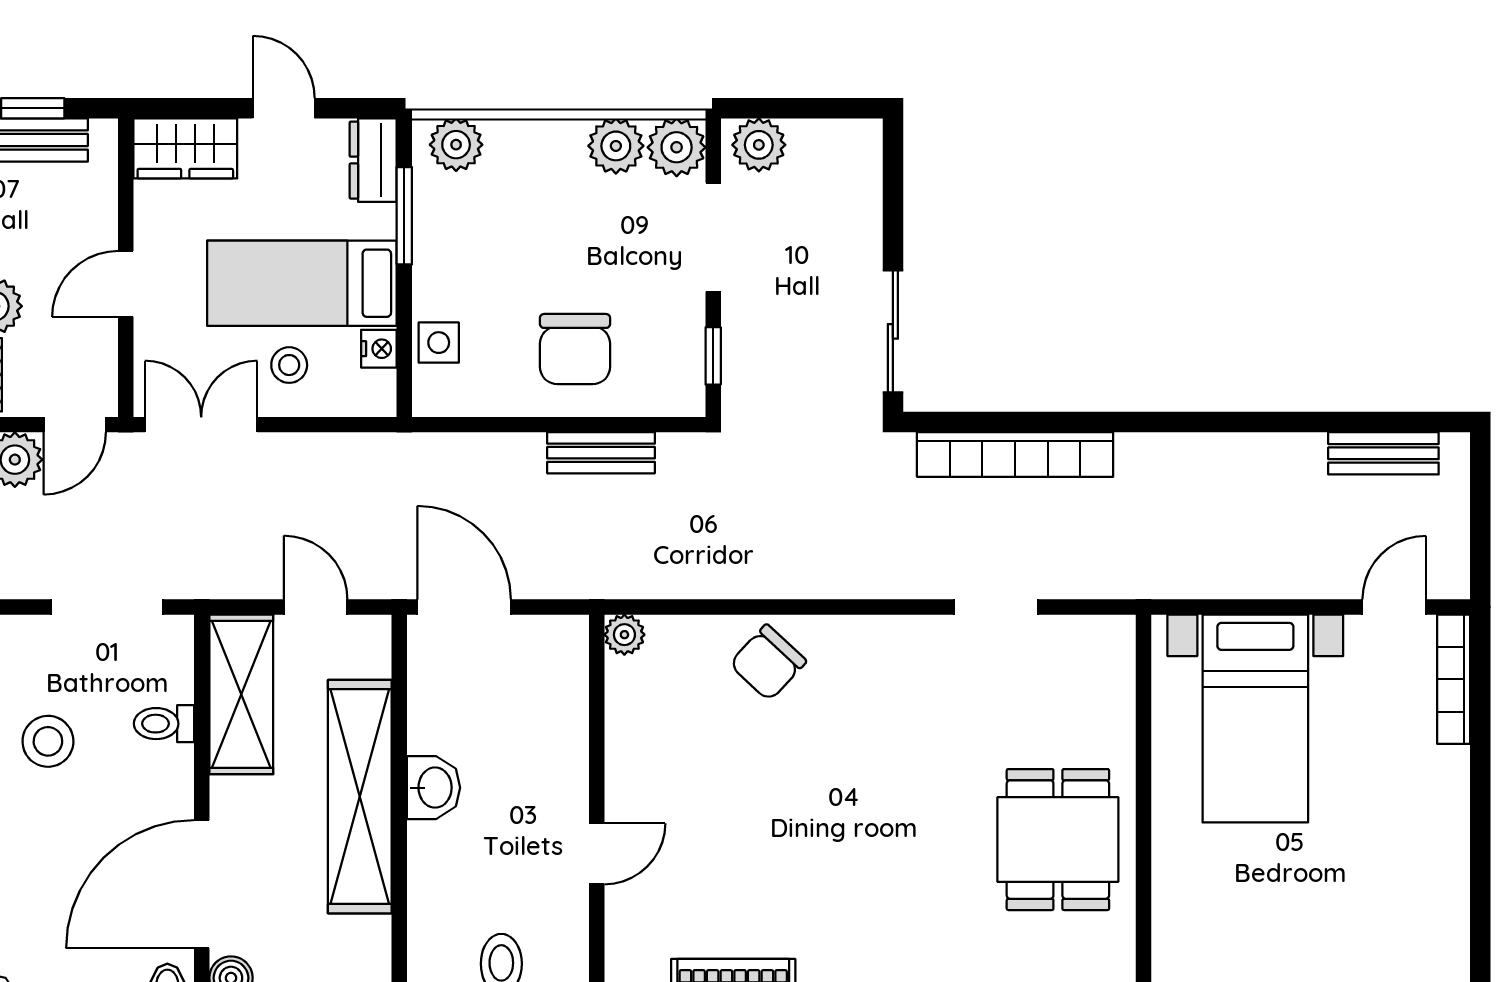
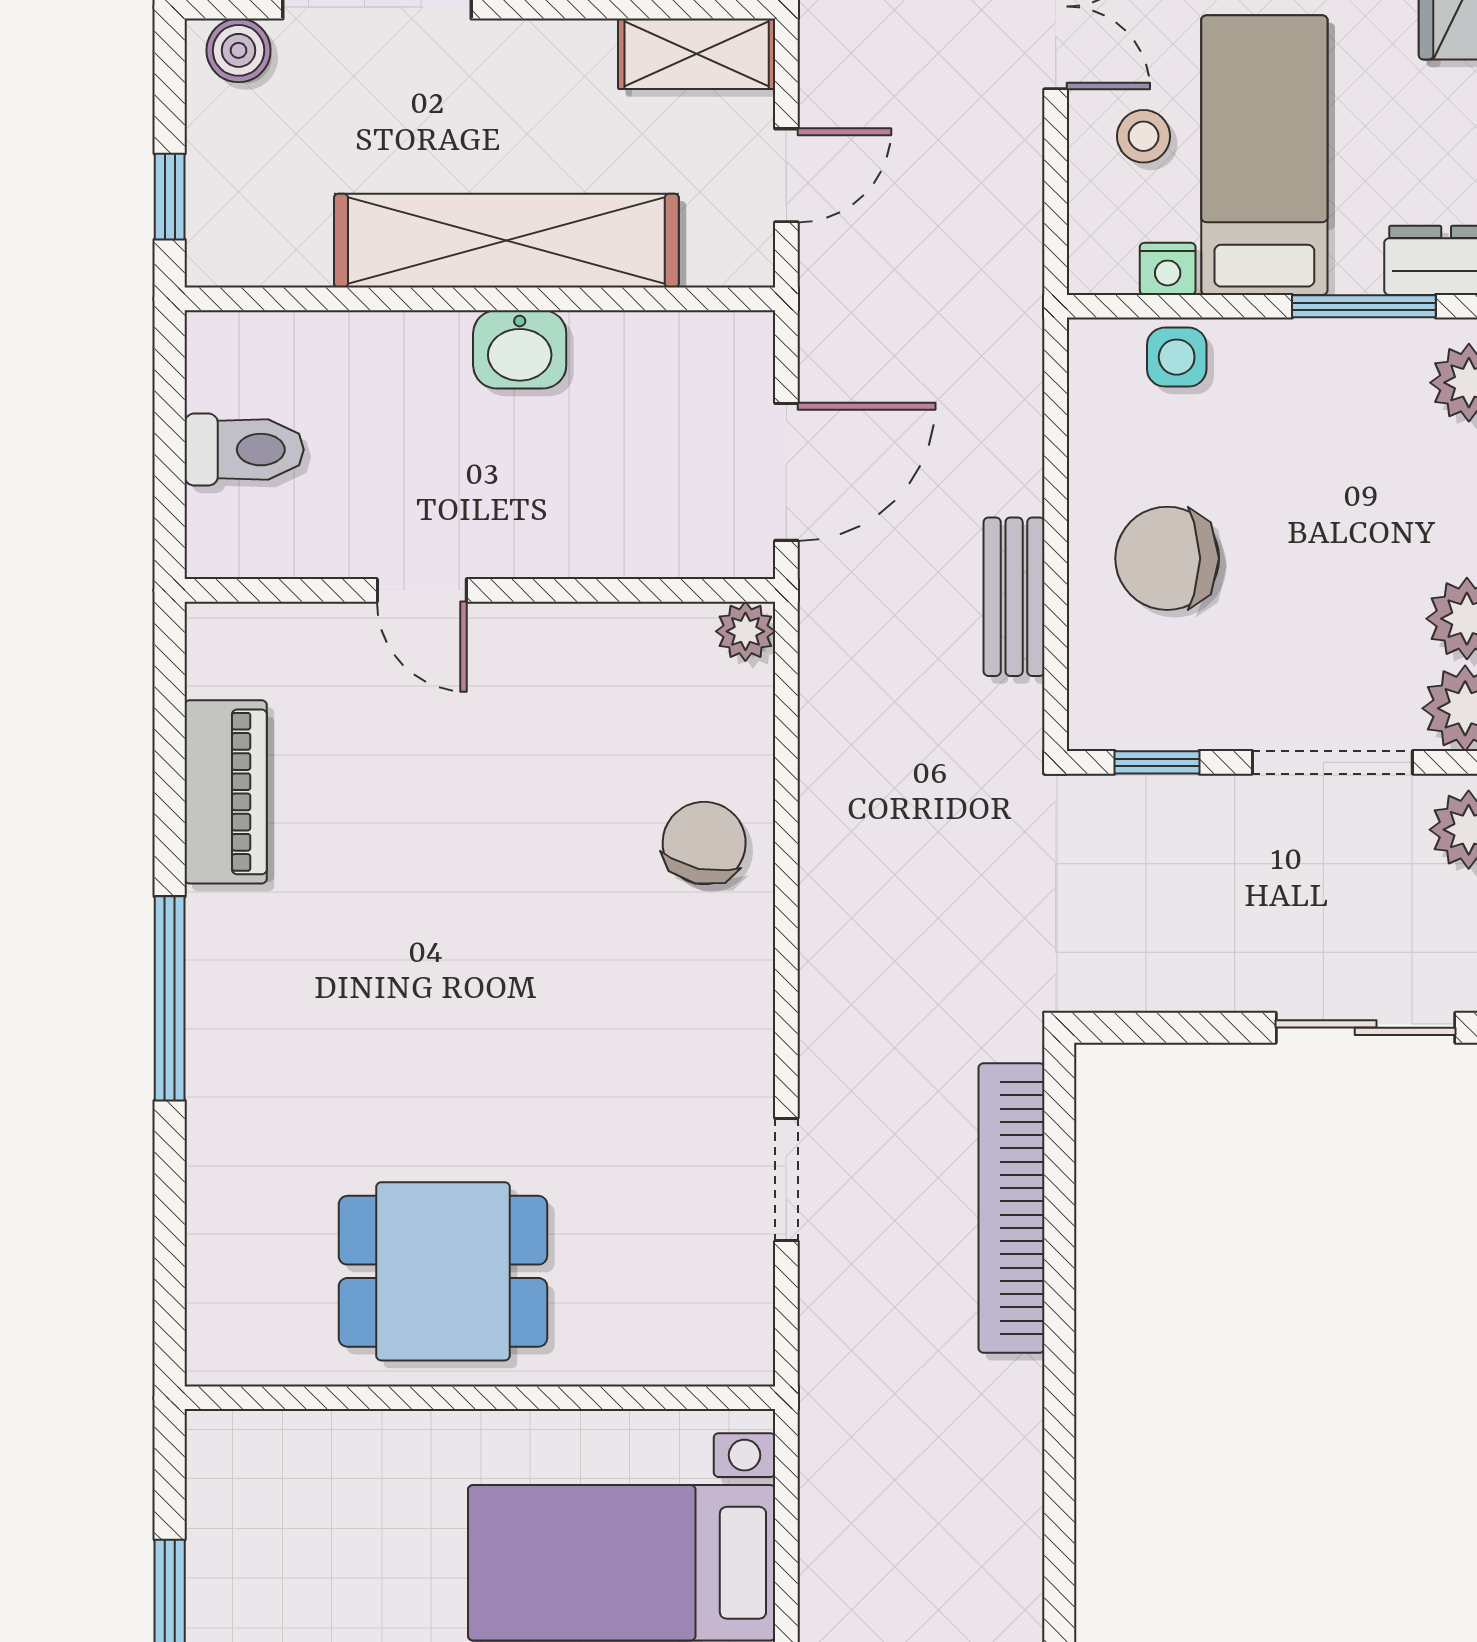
sliding door: (893, 331) -> (1366, 1028), moved
door: (464, 607) -> (786, 472), moved
chair: (768, 663) -> (704, 843), turned 59
shelving: (241, 694) -> (697, 54), width x0.67, depth x0.75

